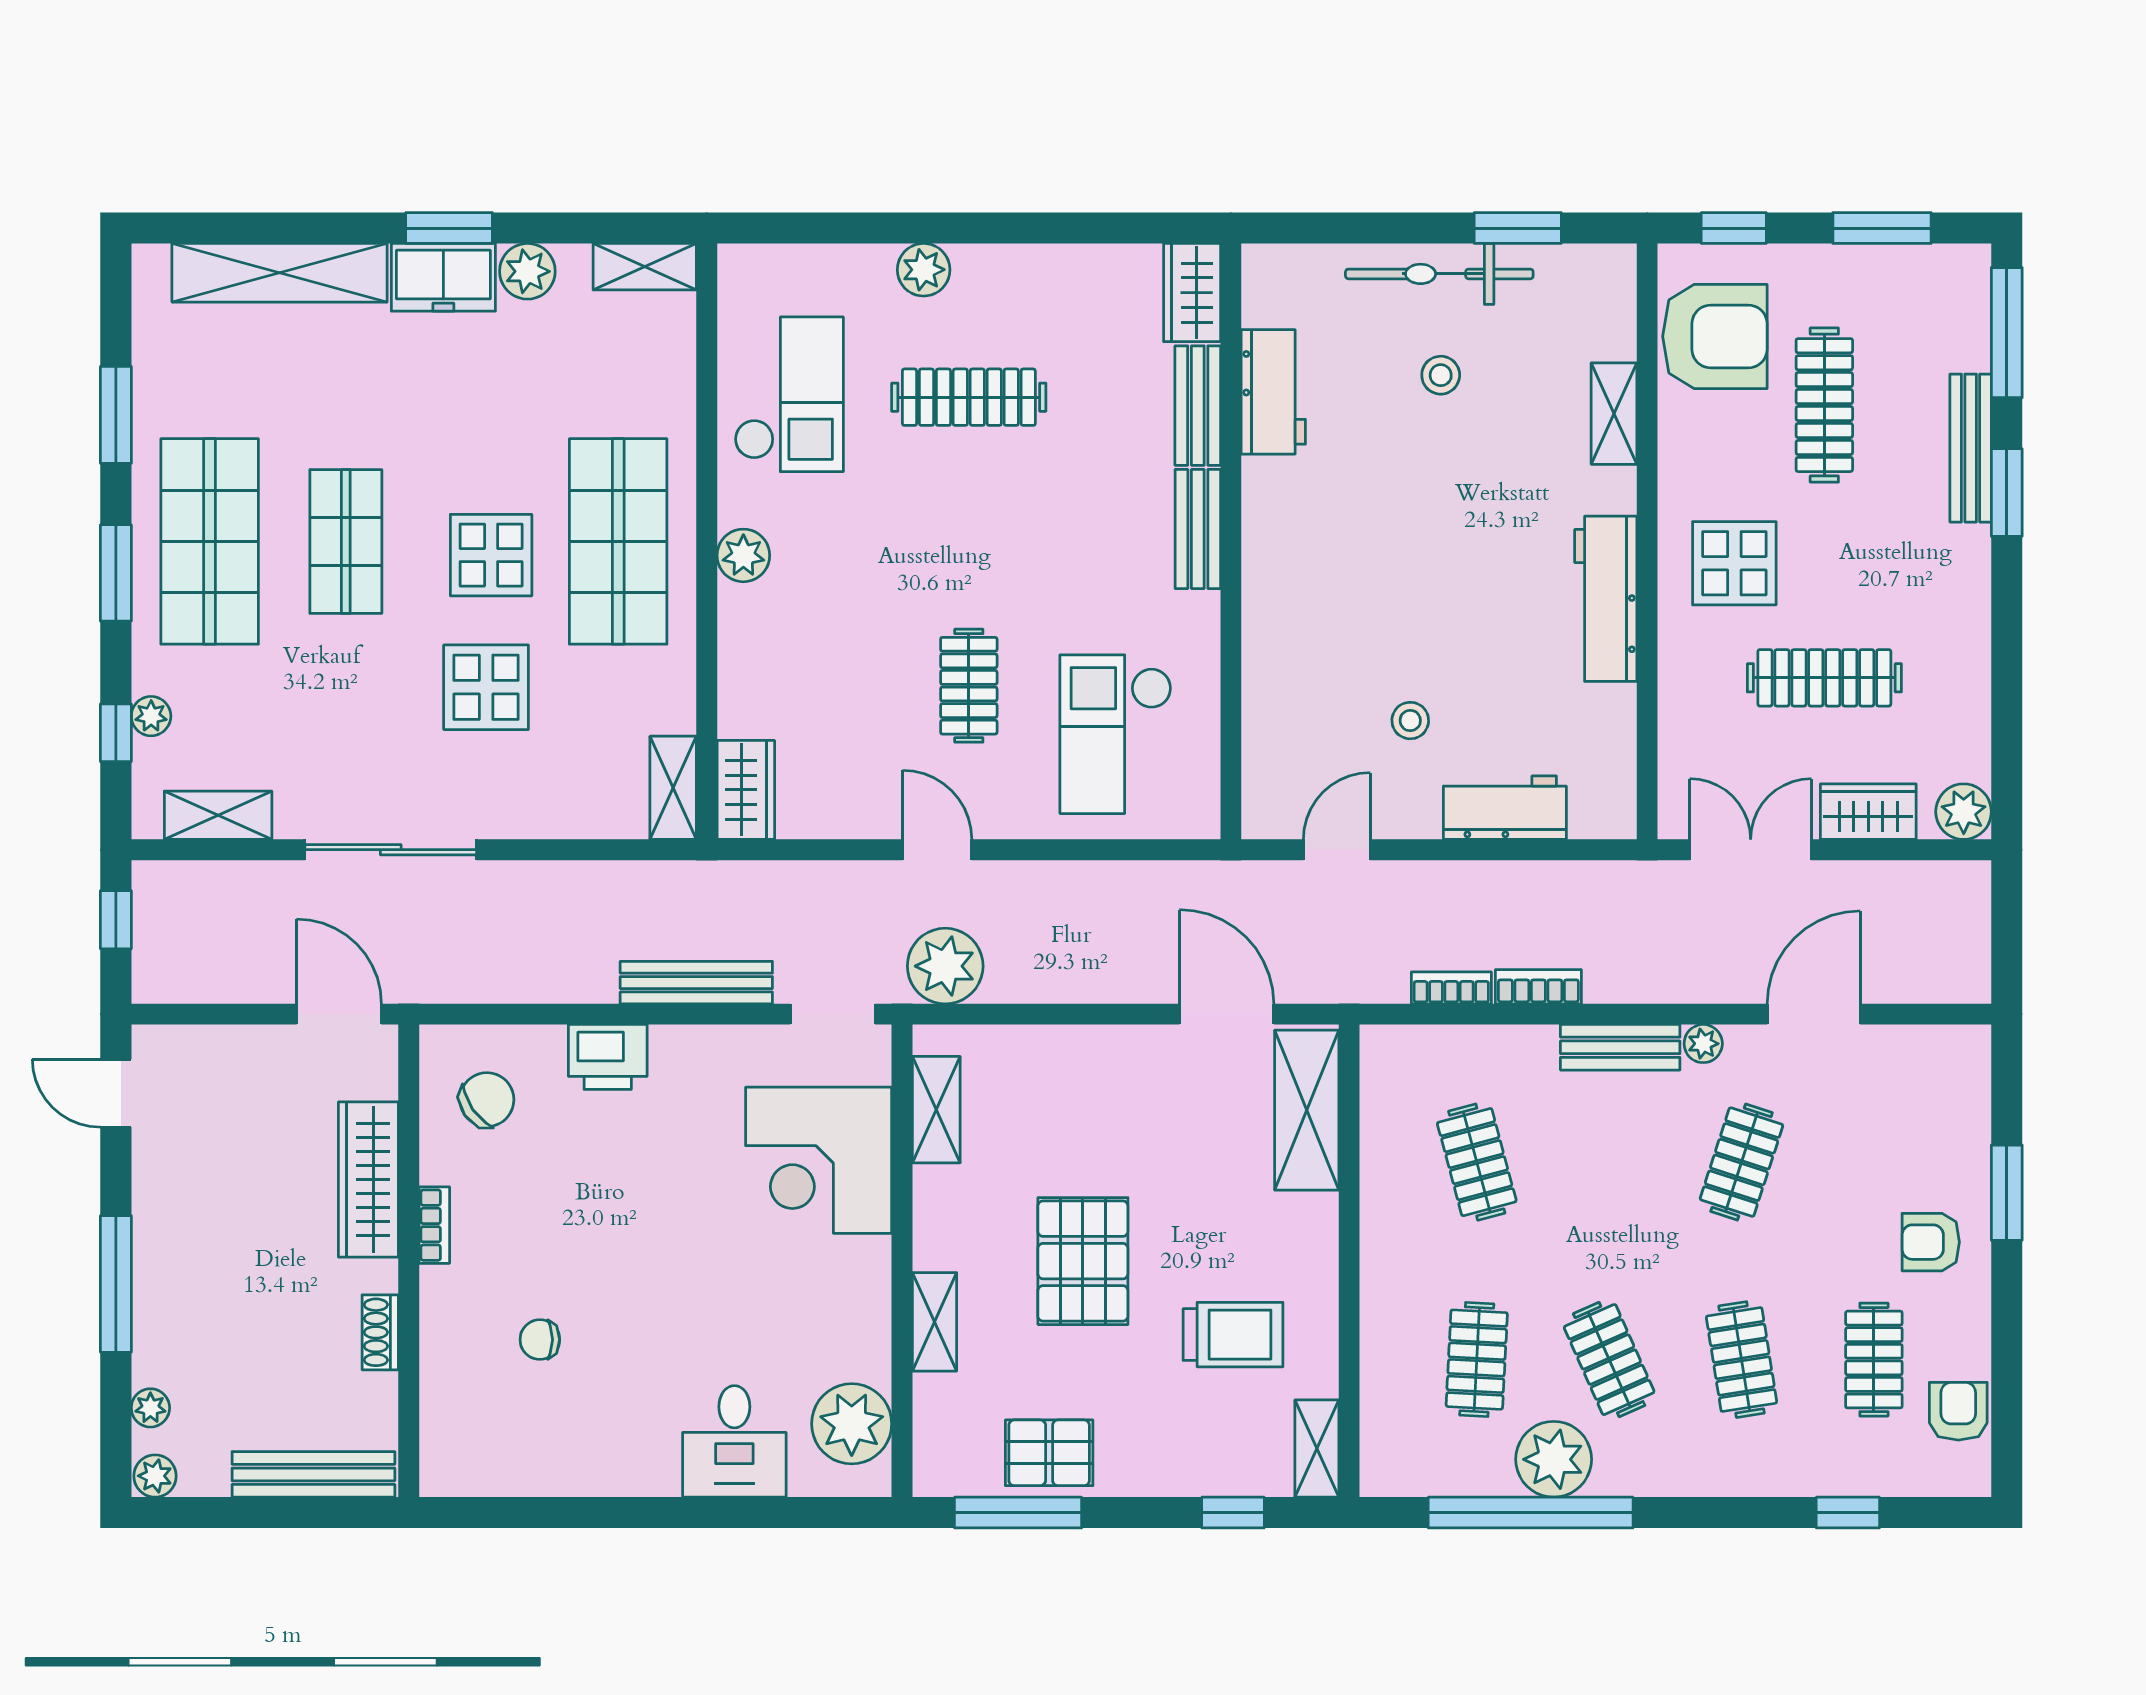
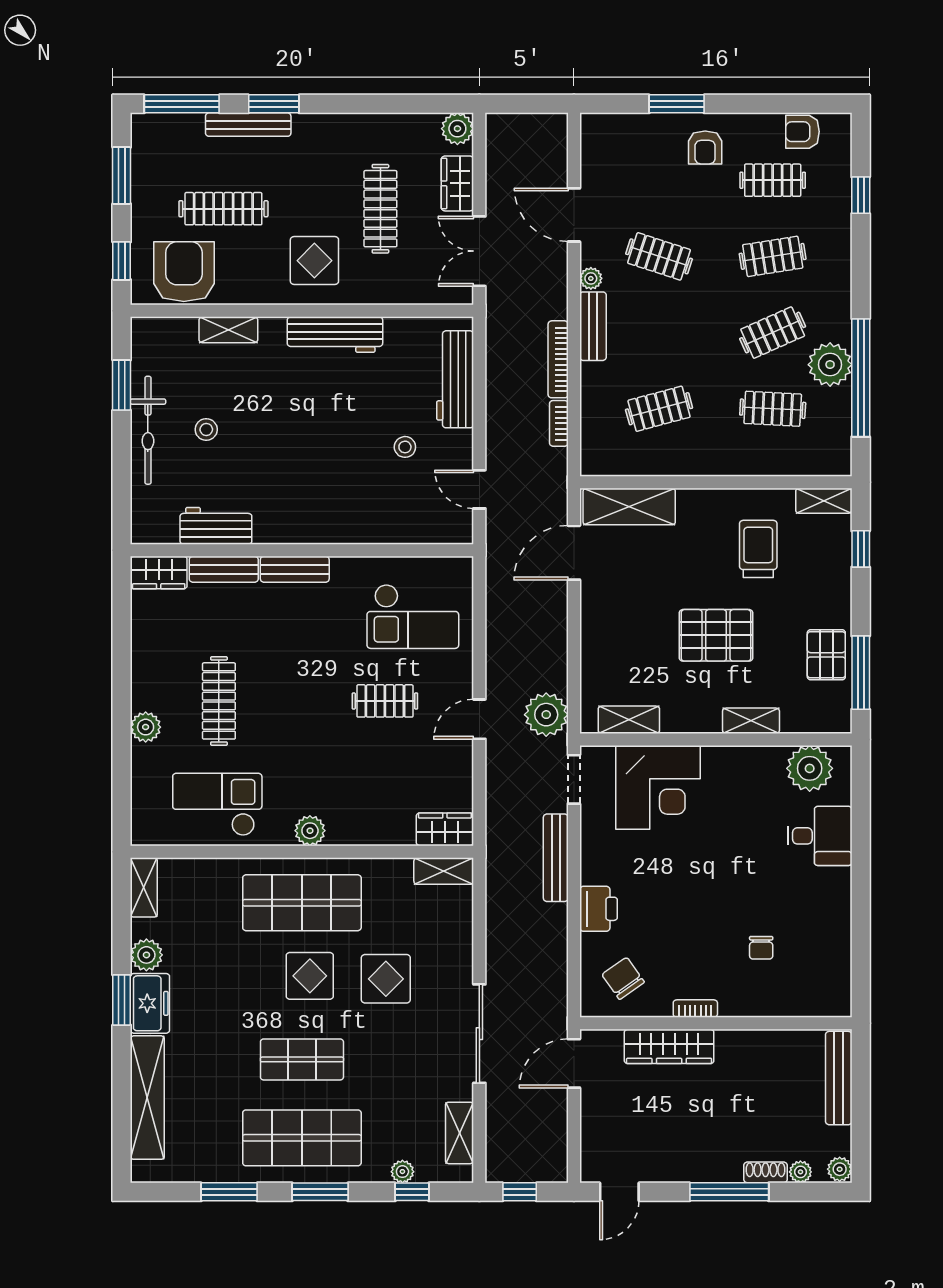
workbench: (1505, 808) -> (455, 379), width x1.38
bookcase: (1538, 987) -> (558, 359), width x1.56
shoe rack: (380, 1332) -> (766, 1172), moved, turned 180

